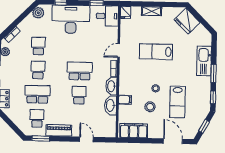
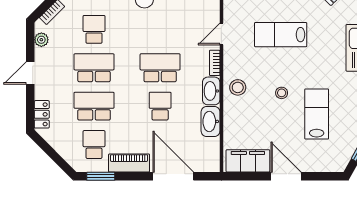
school desk: (38, 70) -> (94, 68), width x1.85
filing cabinet: (125, 100) -> (233, 112), removed
lab bench: (177, 102) -> (317, 114), turned 180
stool: (150, 107) -> (238, 87), moved
door: (86, 139) -> (173, 176), width x1.88
door: (173, 141) -> (286, 176), moved

